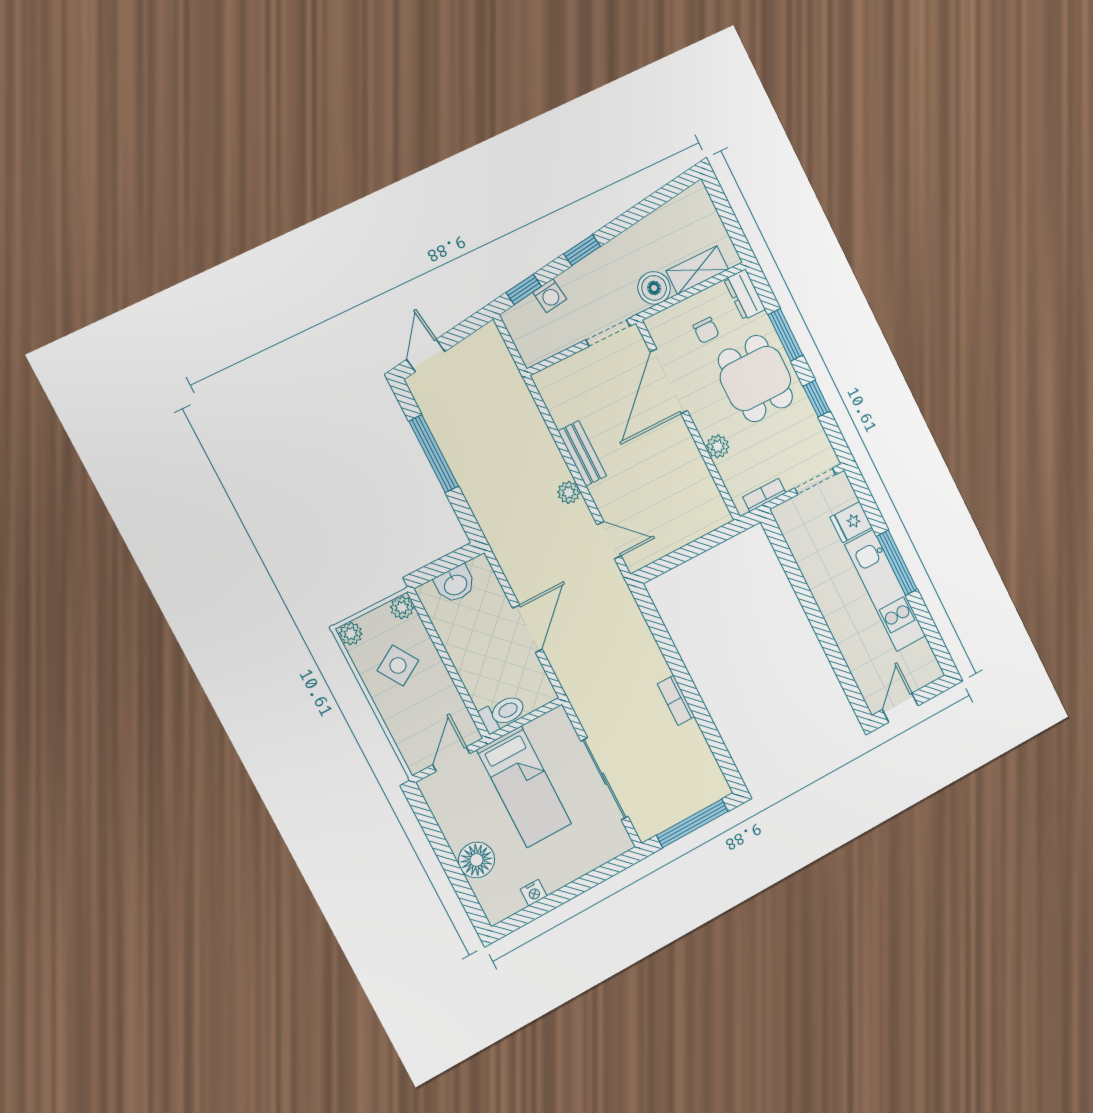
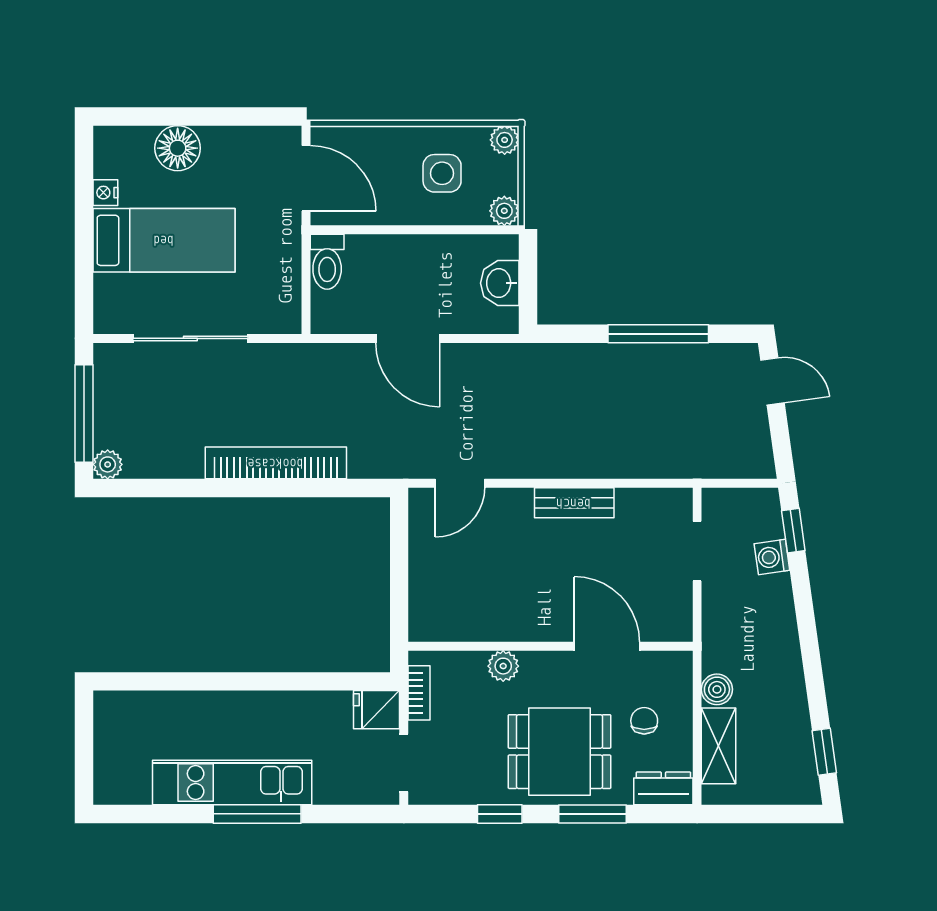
window: (582, 250) -> (824, 752), moved
boiler: (654, 288) -> (717, 689), width x0.73, depth x0.73
chair: (706, 330) -> (644, 721), turned 90
doorway: (608, 333) -> (697, 551), moved
door: (669, 381) -> (607, 646), width x0.73
plant: (569, 492) -> (108, 464), moved
fridge: (851, 522) -> (377, 710), moved, turned -90
side table: (398, 665) -> (442, 173), turned 32
bookcase: (676, 700) -> (276, 463), width x2.31, depth x1.31
door: (900, 708) -> (84, 730), removed
door: (451, 759) -> (306, 178), width x1.38
bed: (524, 787) -> (164, 240), moved, turned 180

